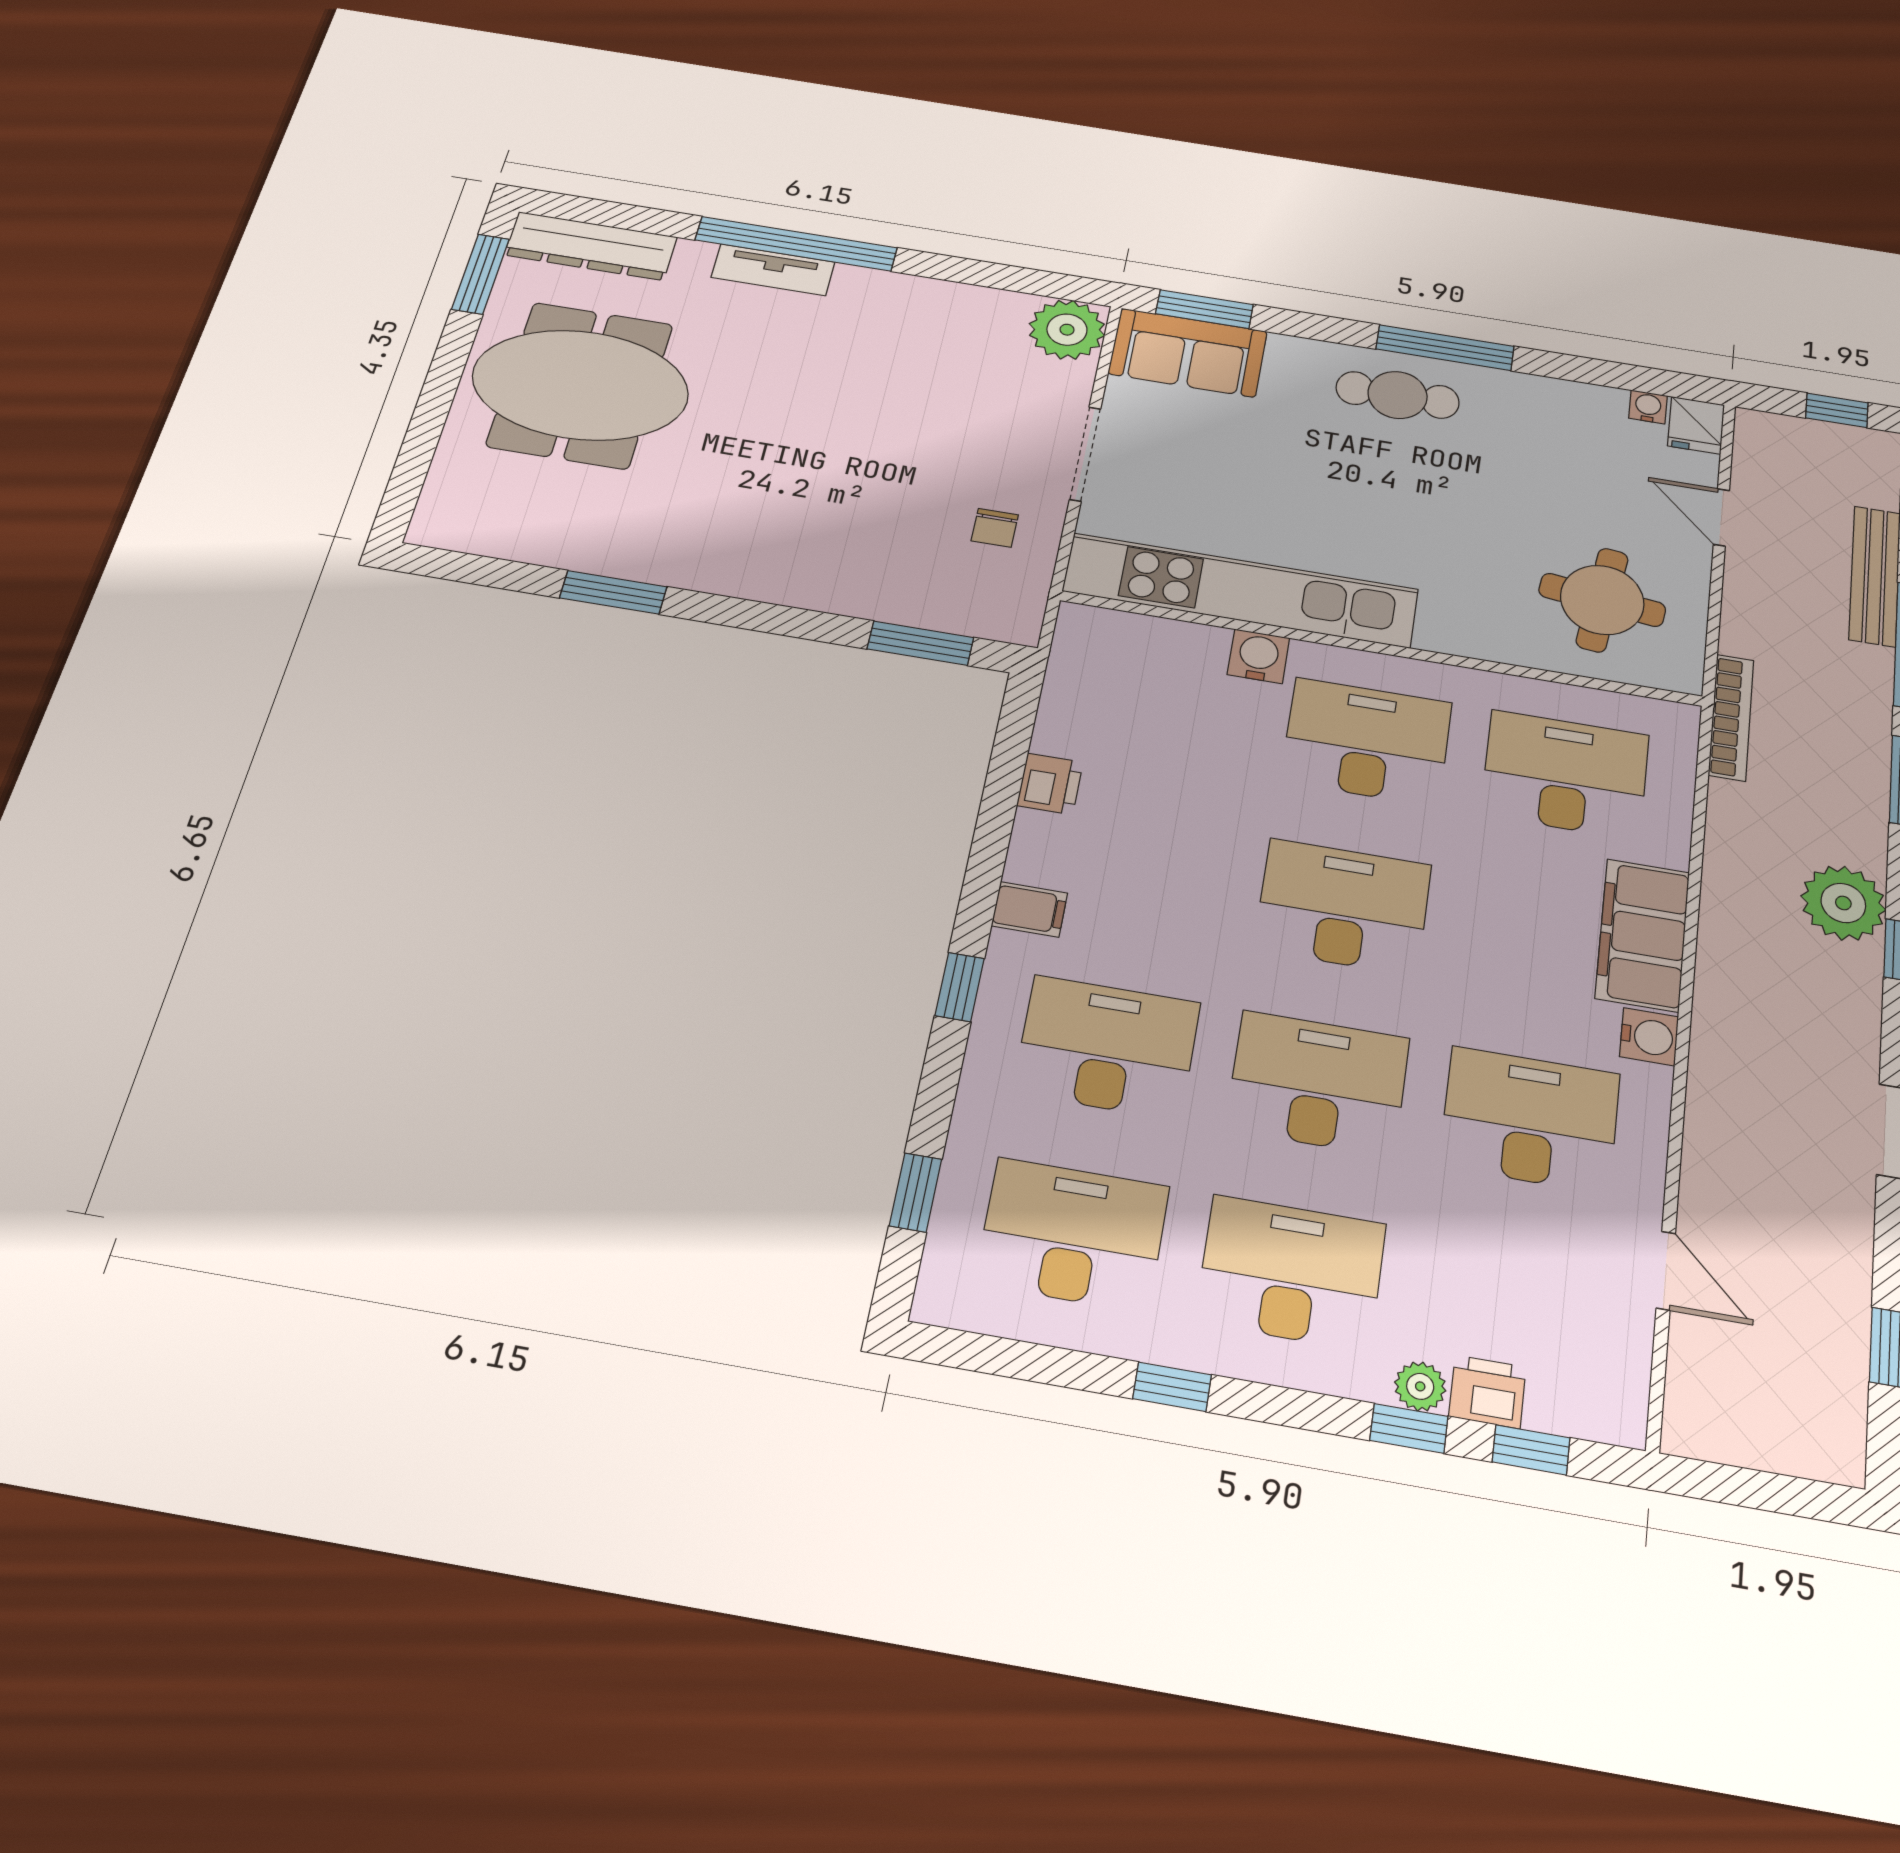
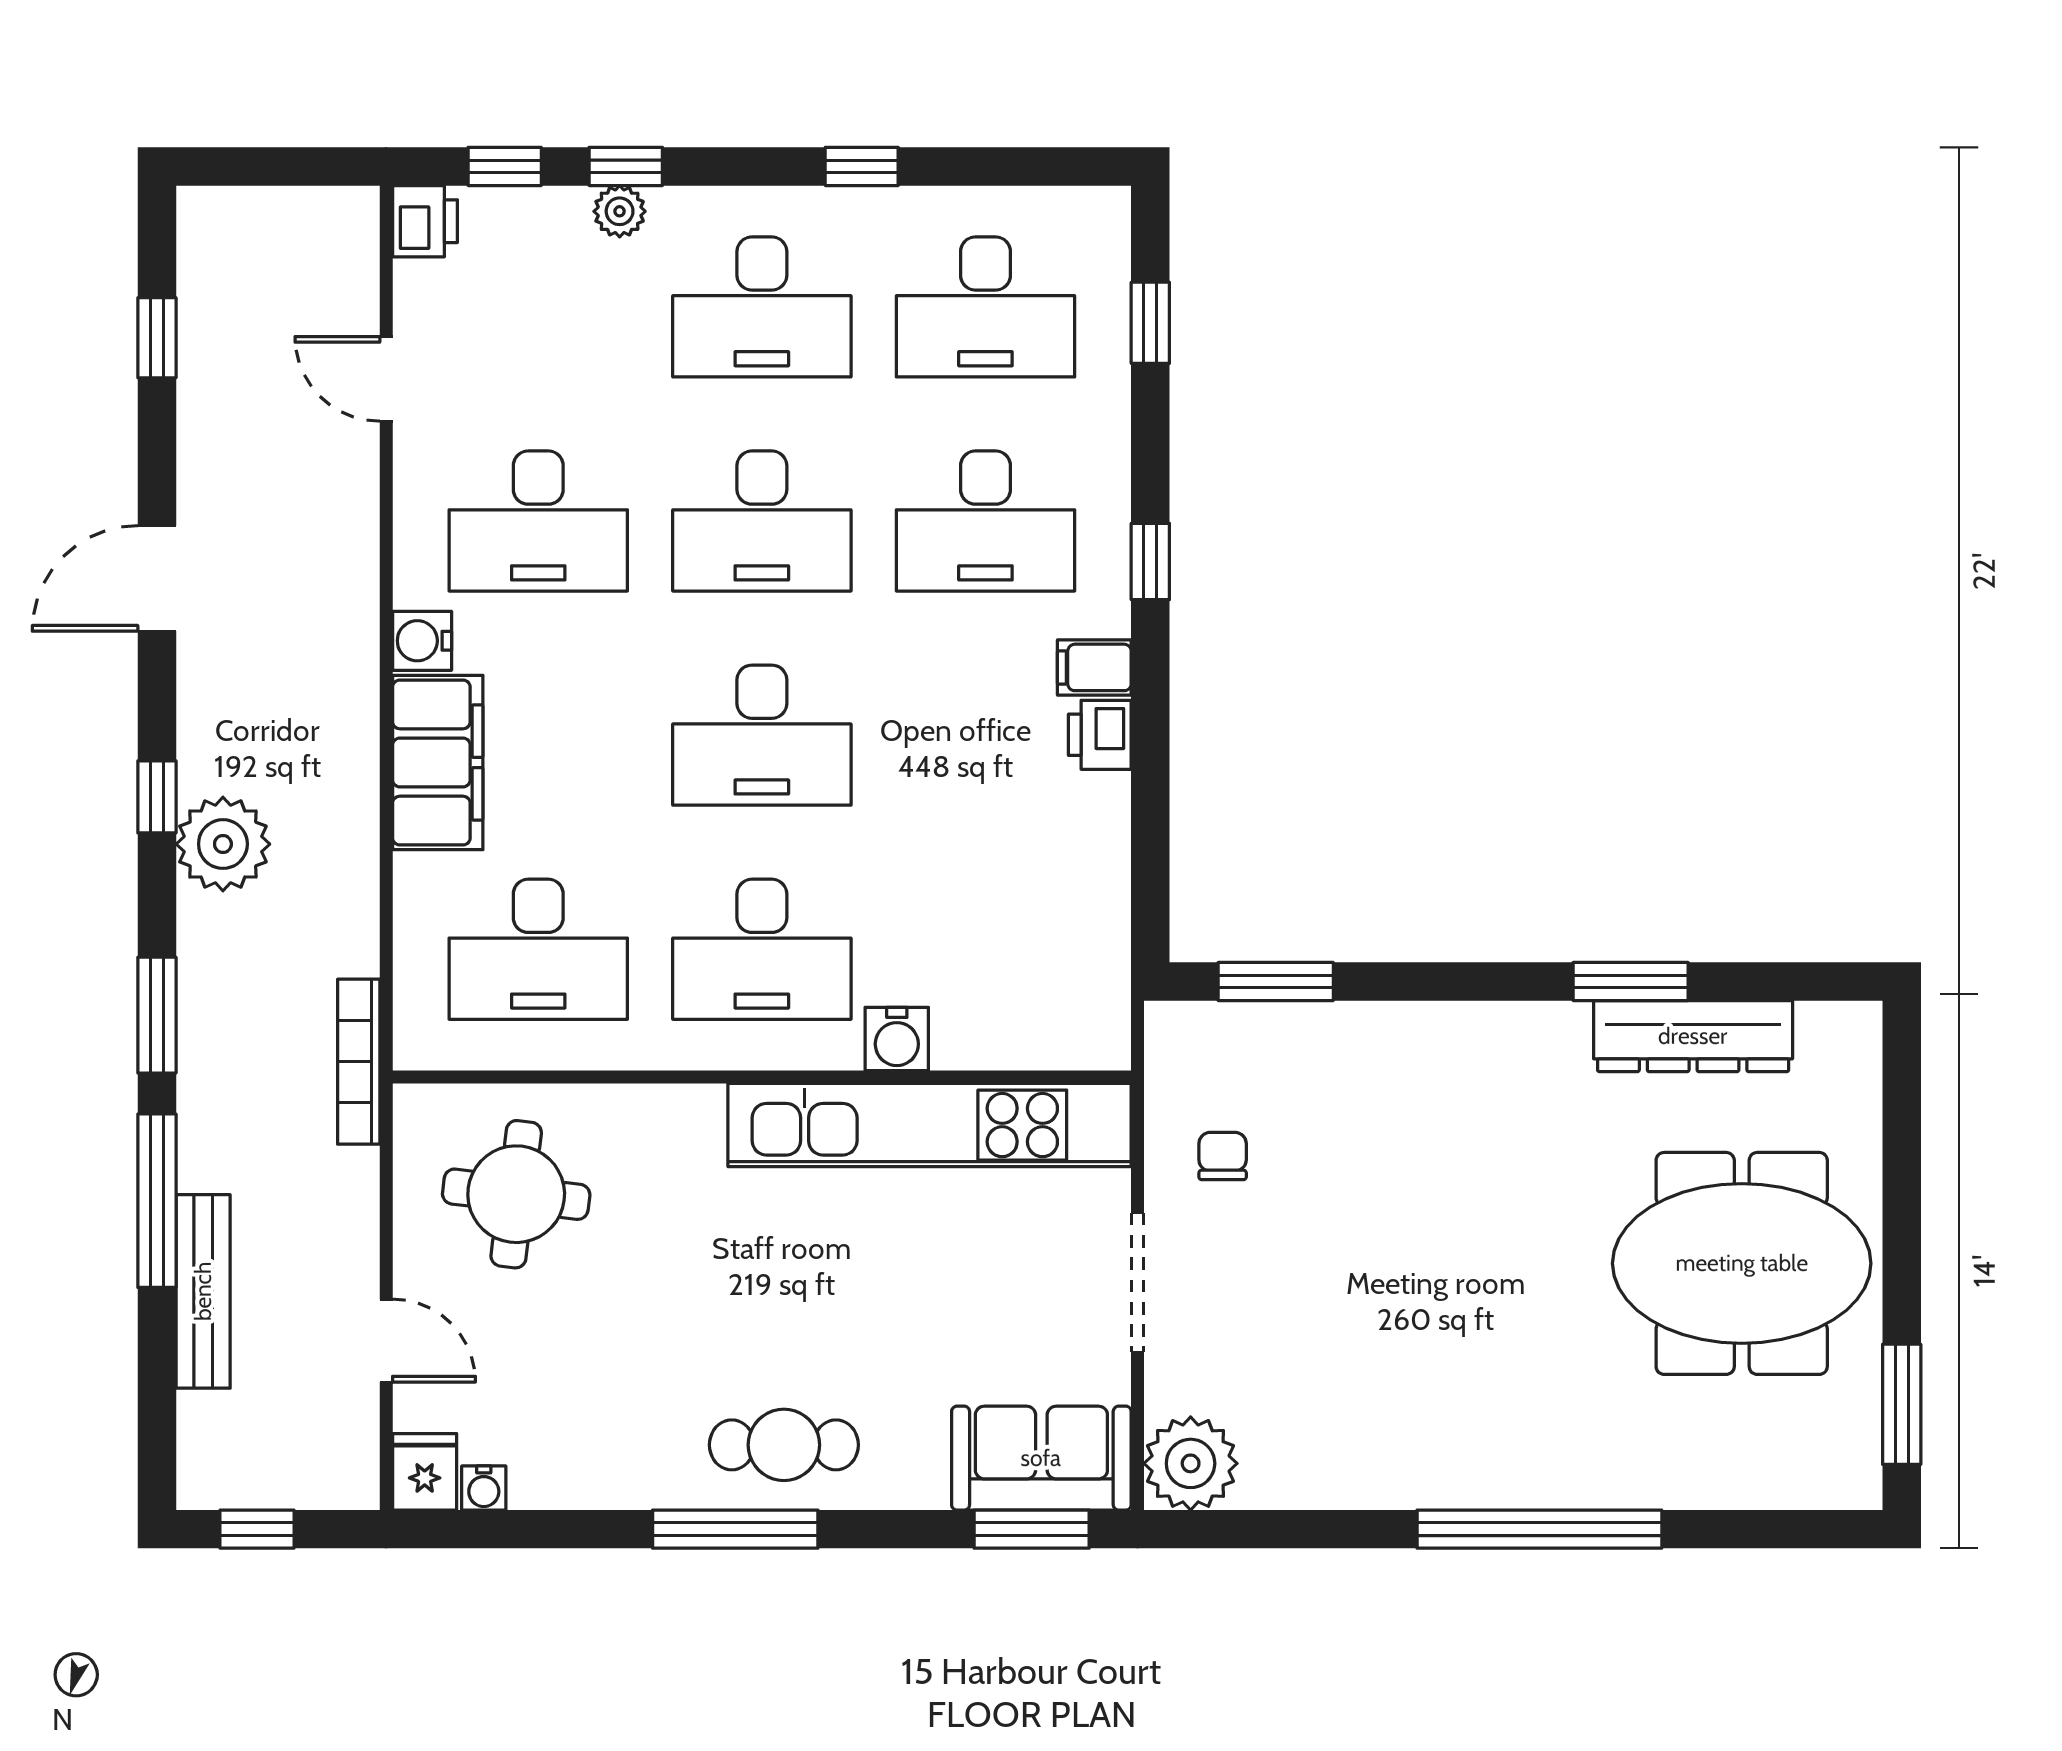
dresser: (591, 246) -> (1693, 1036), moved, turned 180
tv unit: (773, 270) -> (1558, 1483), removed
printer: (1050, 784) -> (1100, 735), moved
printer: (1487, 1392) -> (425, 221), moved, turned -90

